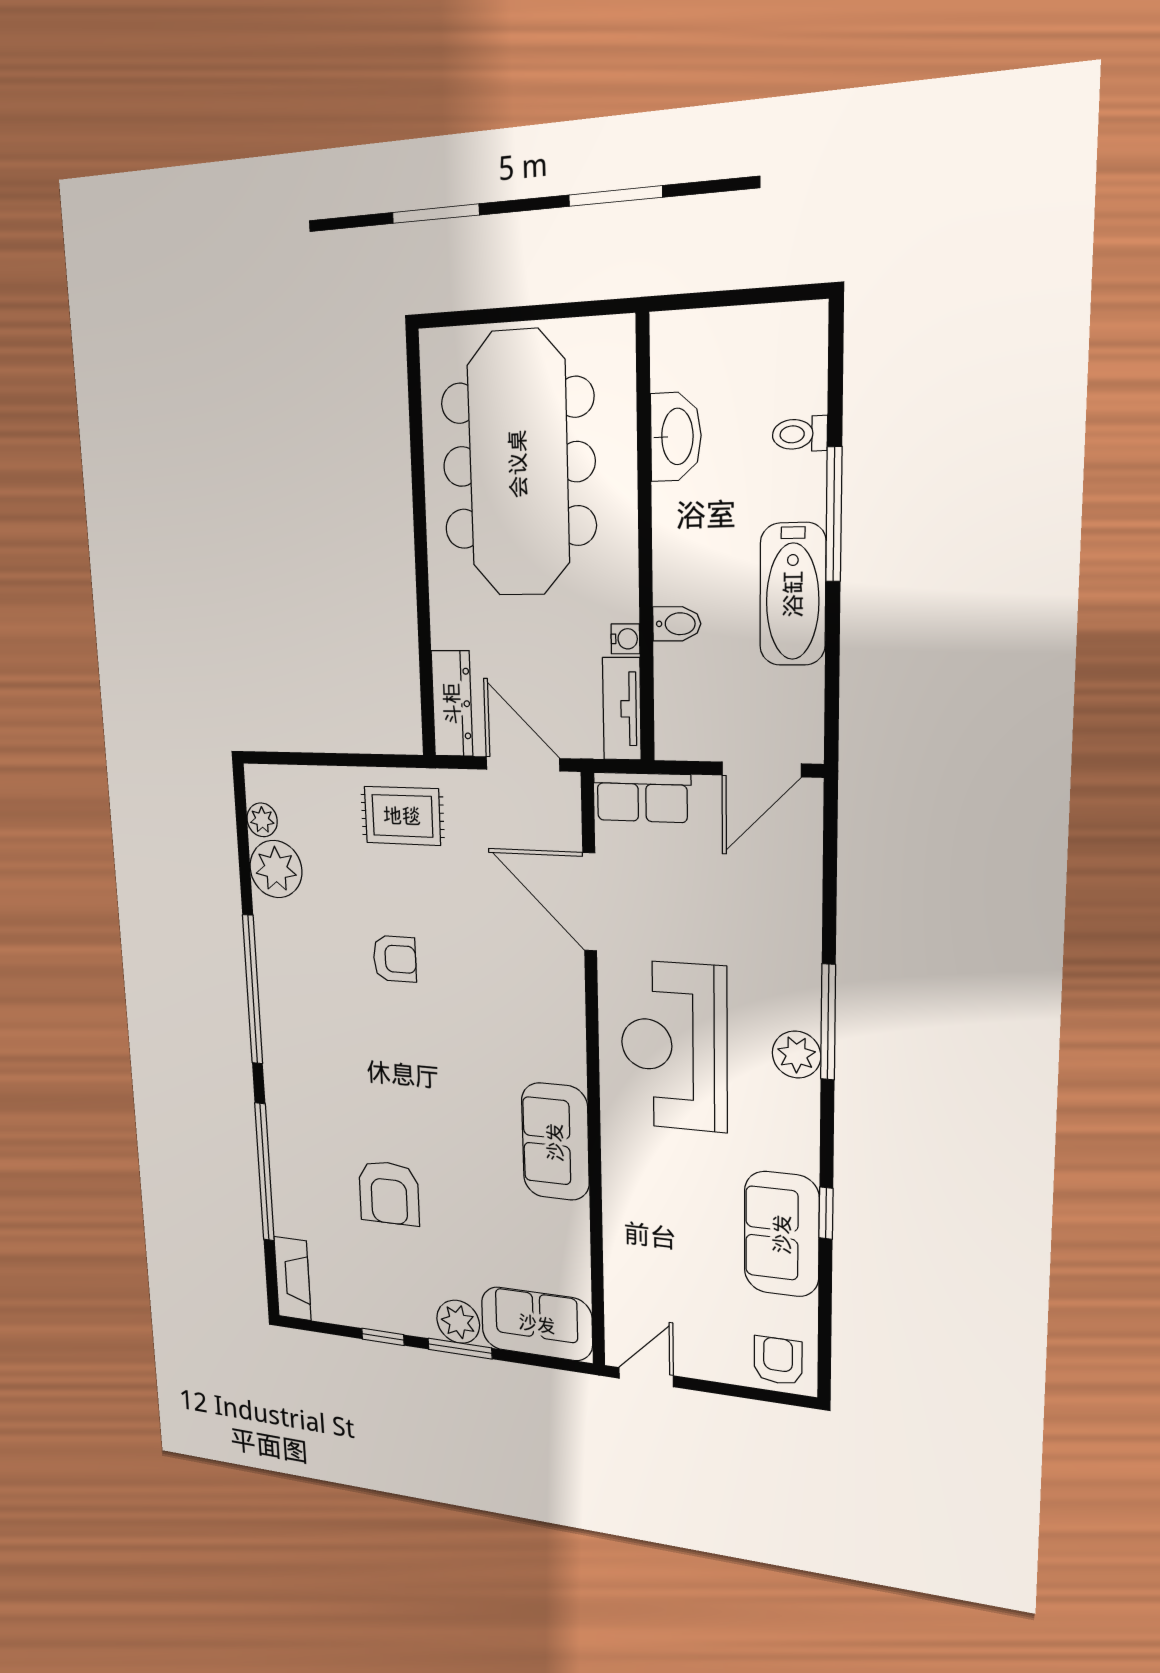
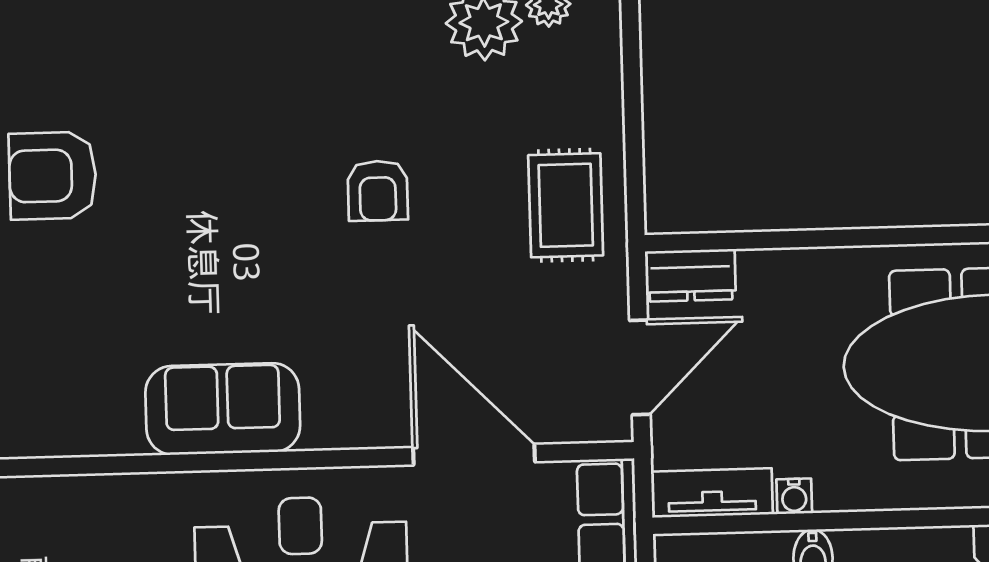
dresser: (452, 704) -> (690, 275), width x0.70
door: (590, 902) -> (474, 455), hinge flipped
sofa: (555, 1142) -> (223, 409), moved

